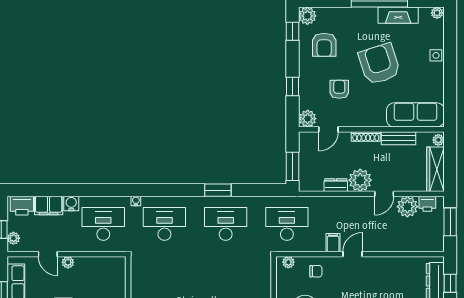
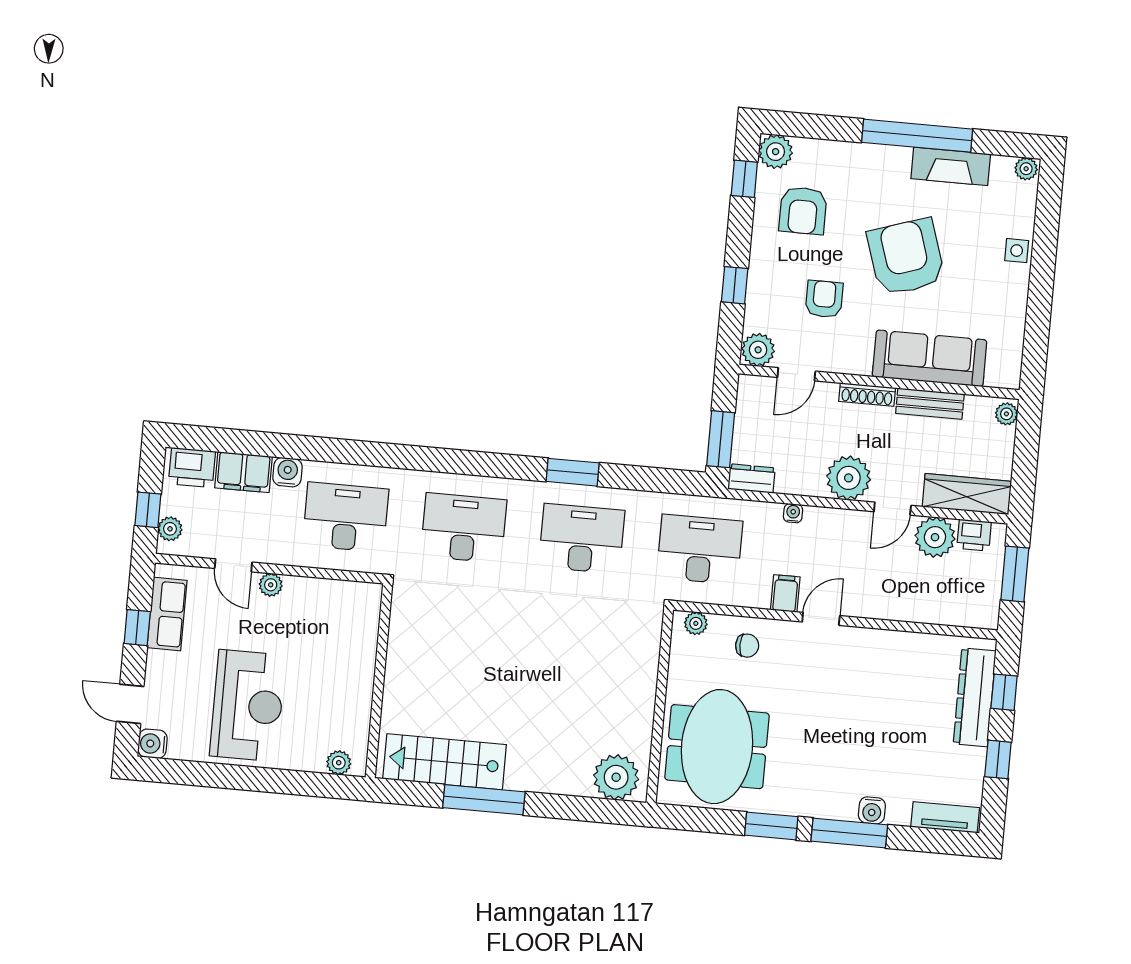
sofa: (415, 115) -> (930, 358), moved
wardrobe: (436, 169) -> (967, 494), moved, turned 90
dresser: (336, 185) -> (751, 479), moved
water cooler: (136, 201) -> (793, 513), moved

